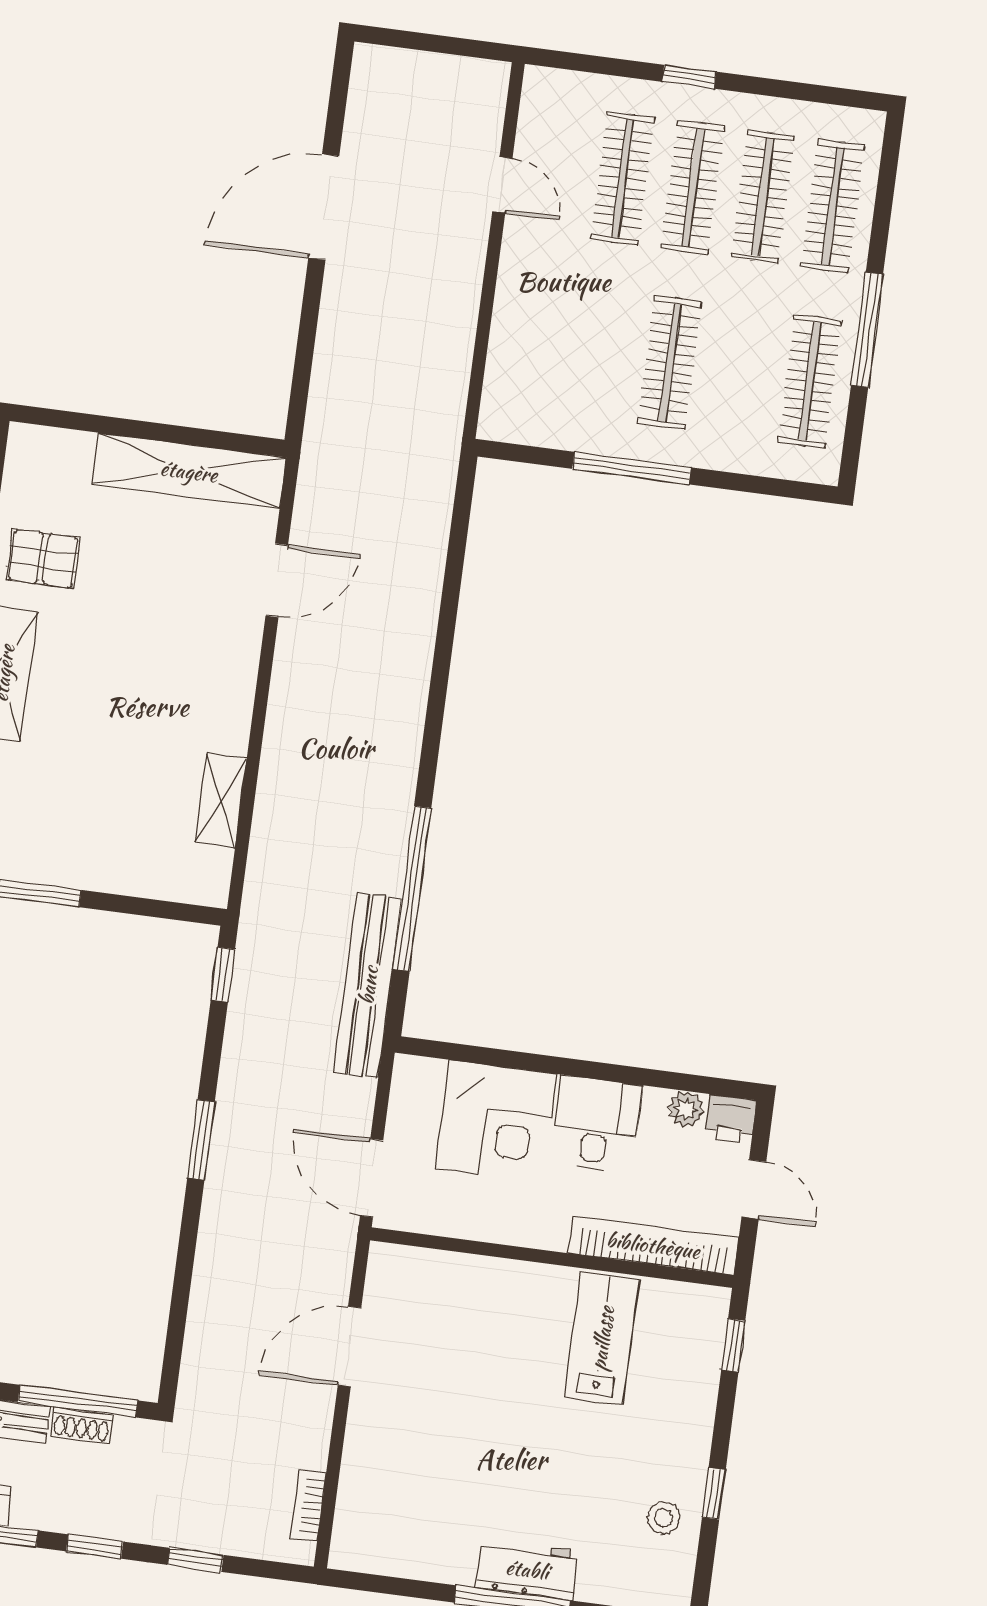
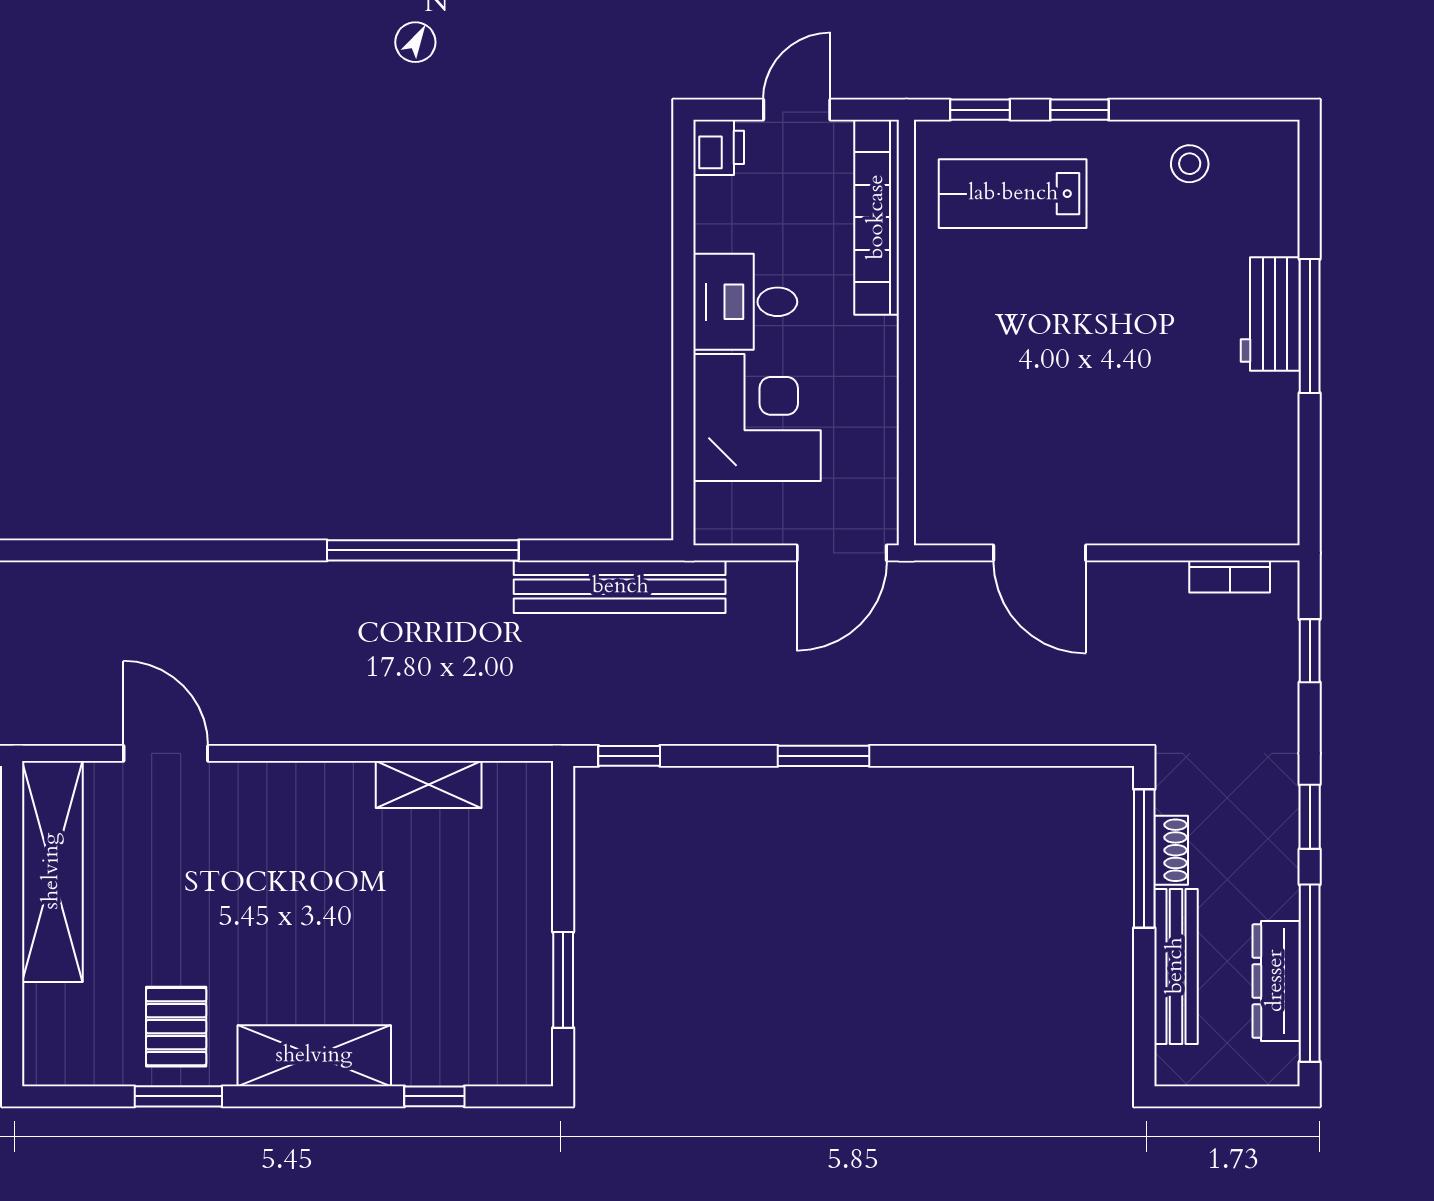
window: (412, 888) -> (423, 550), moved
plant: (686, 1109) -> (714, 200), removed
lab bench: (602, 1338) -> (1013, 194), moved
window: (714, 1493) -> (1079, 110), moved
window: (196, 1560) -> (1310, 651), moved

